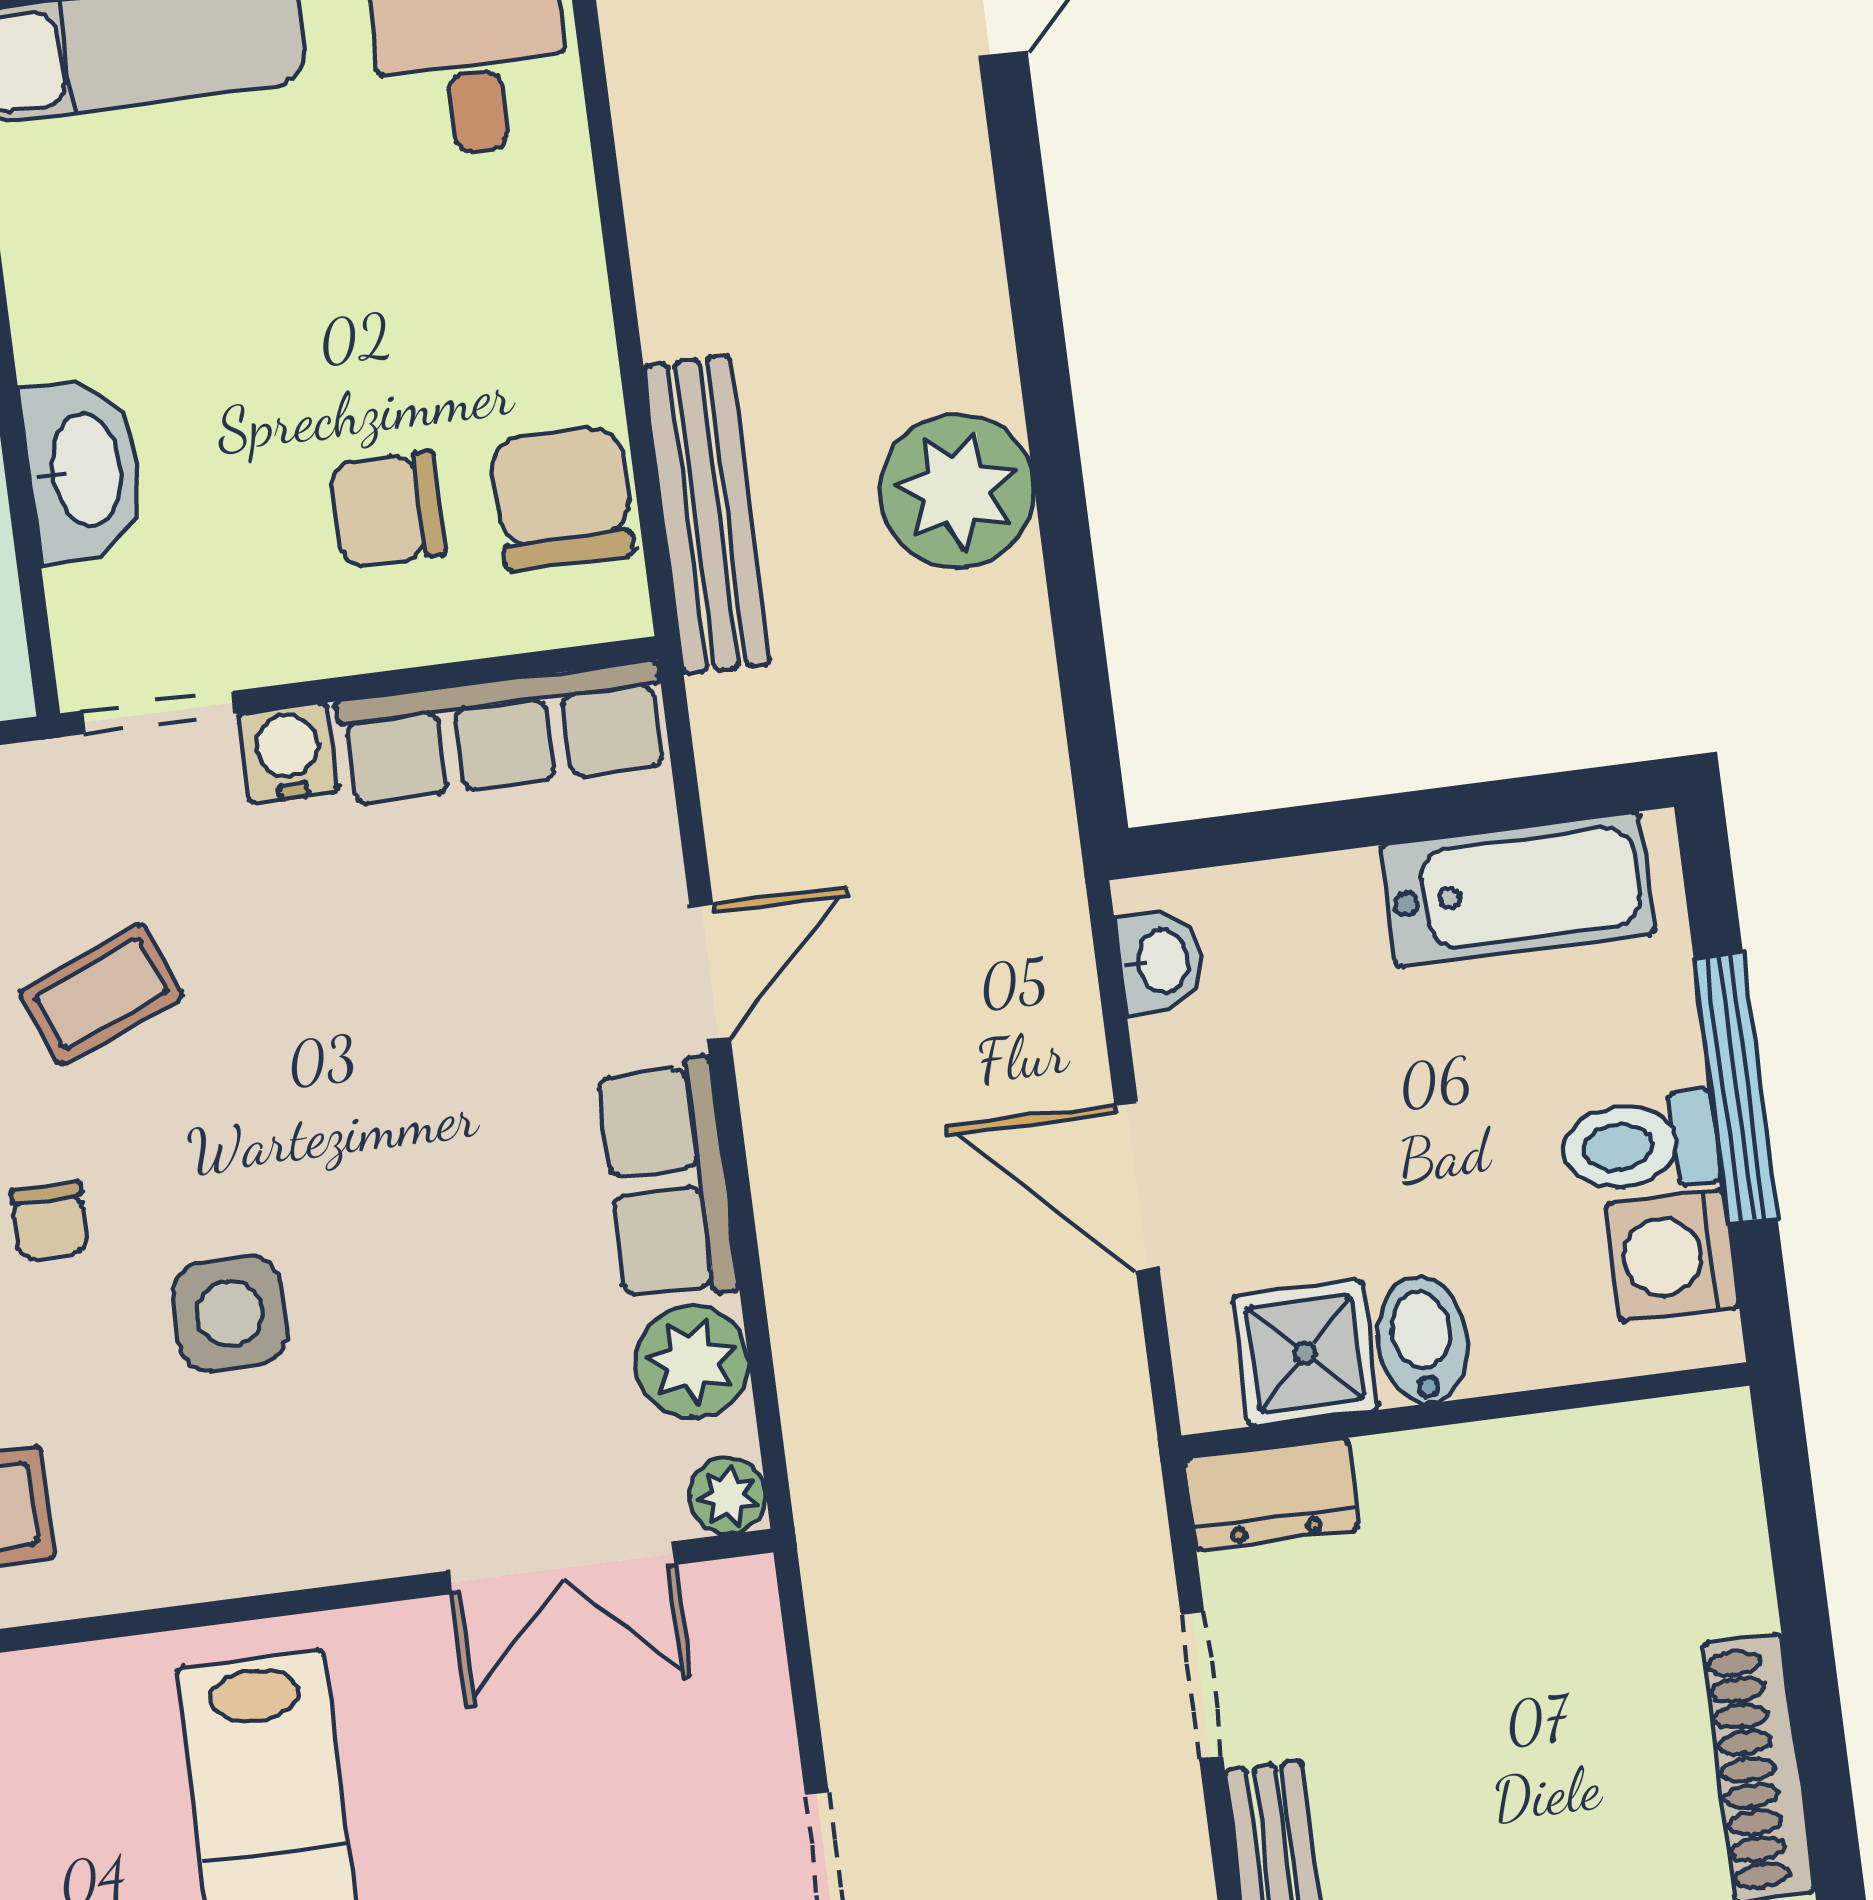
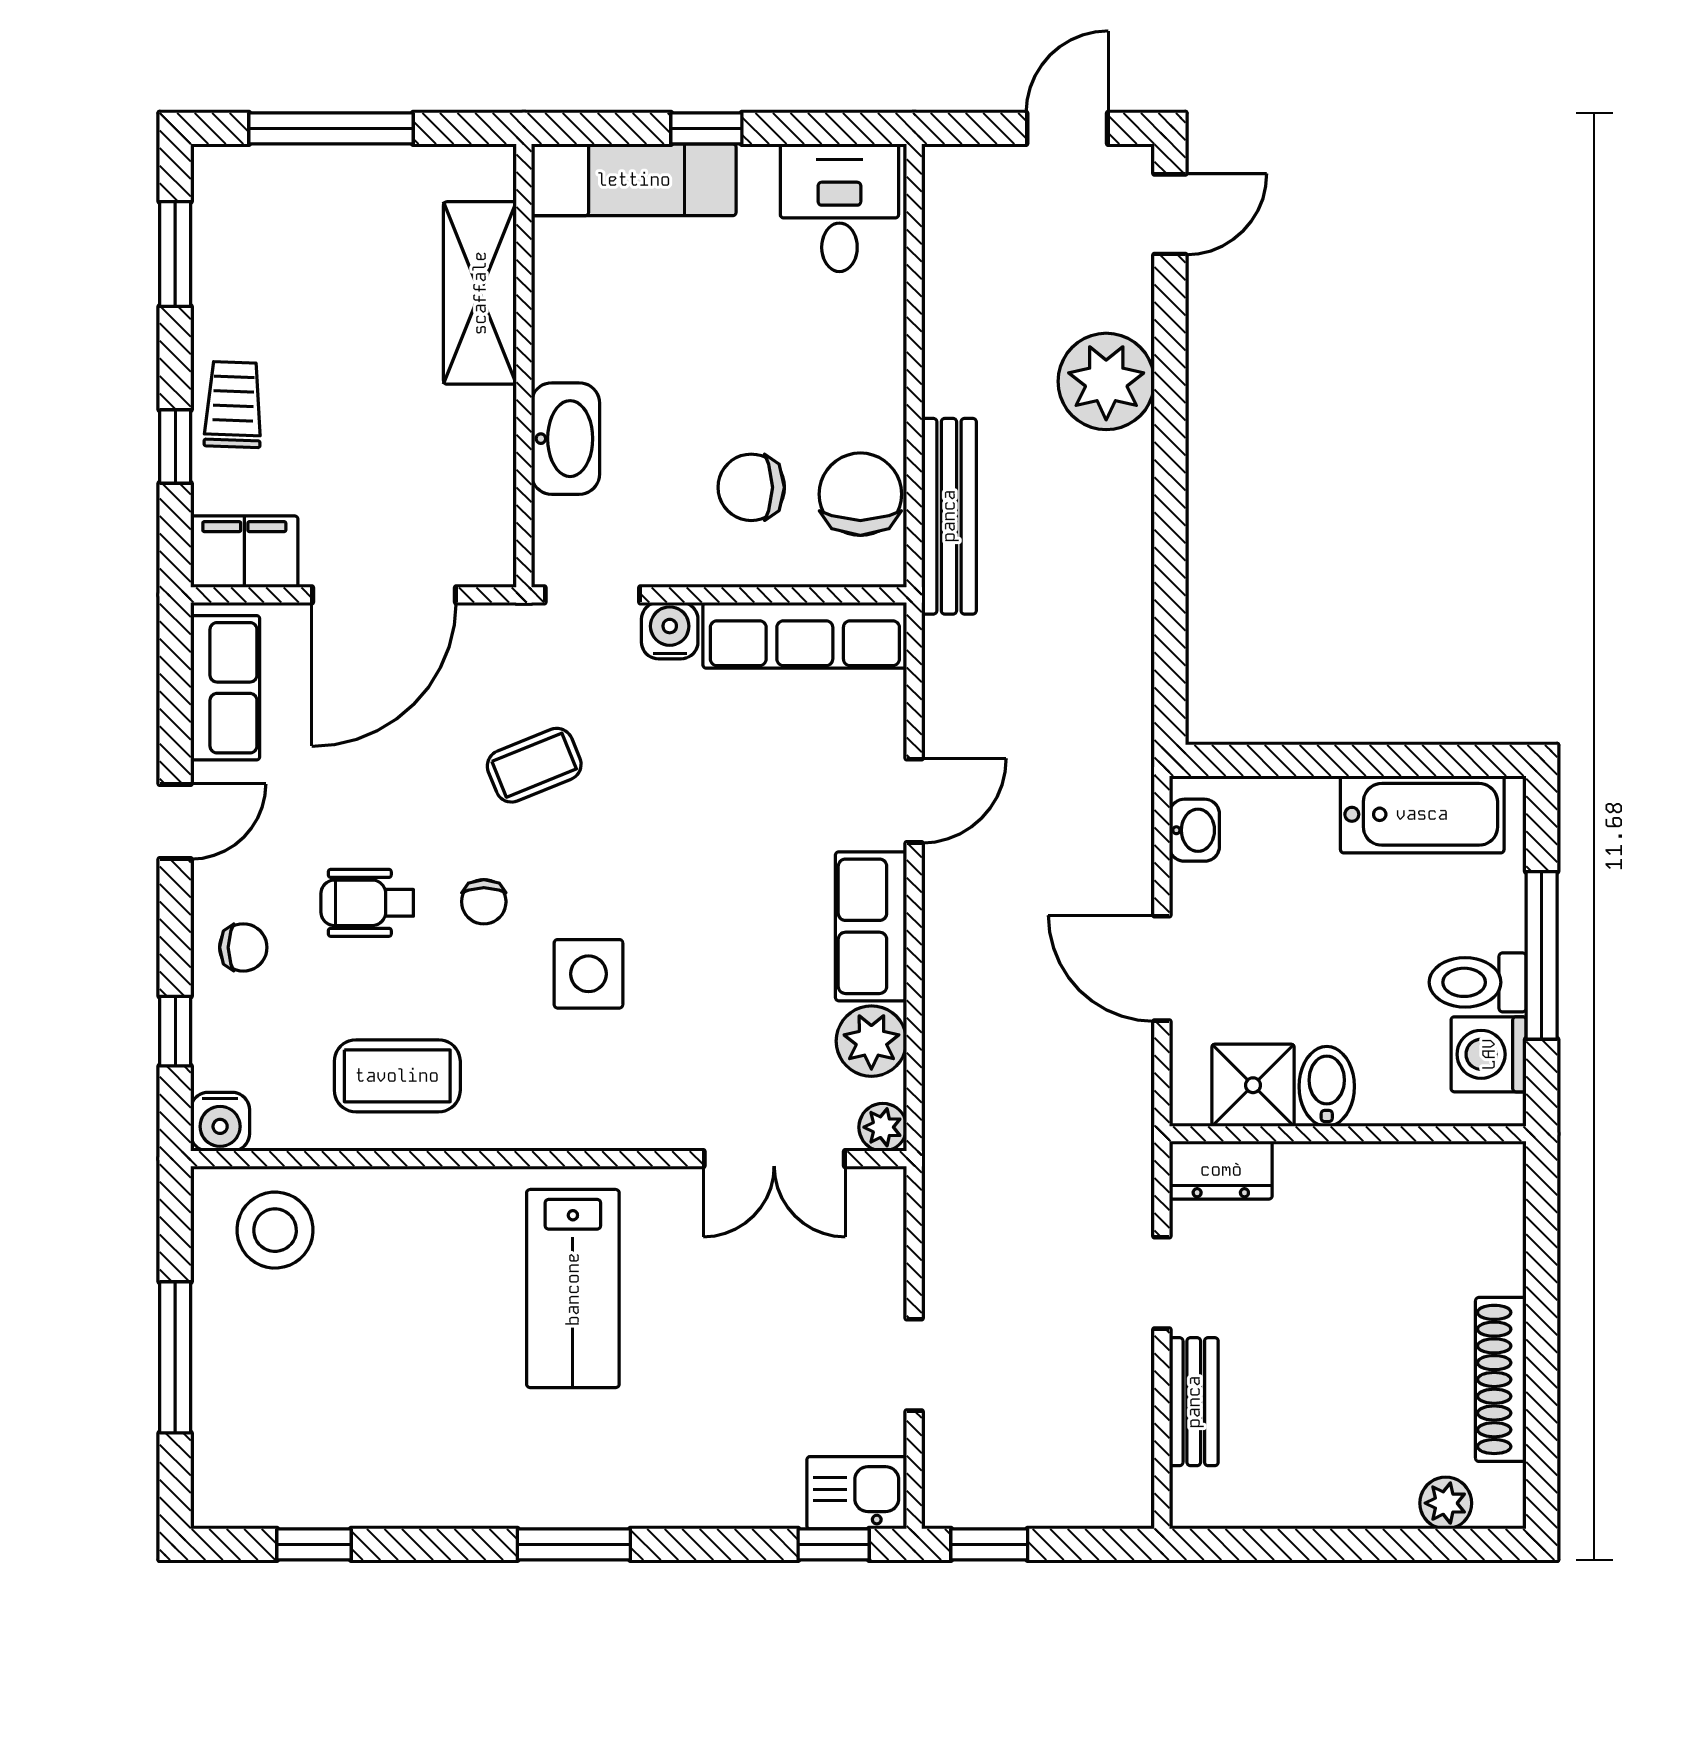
plant: (957, 491) -> (1106, 381), moved

